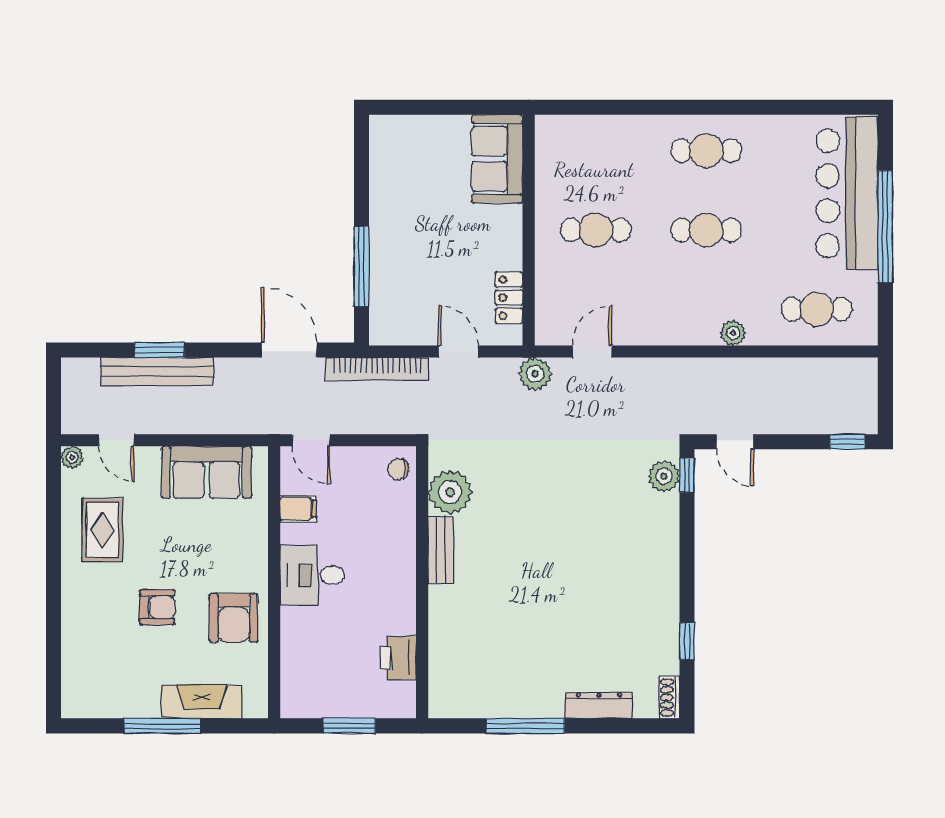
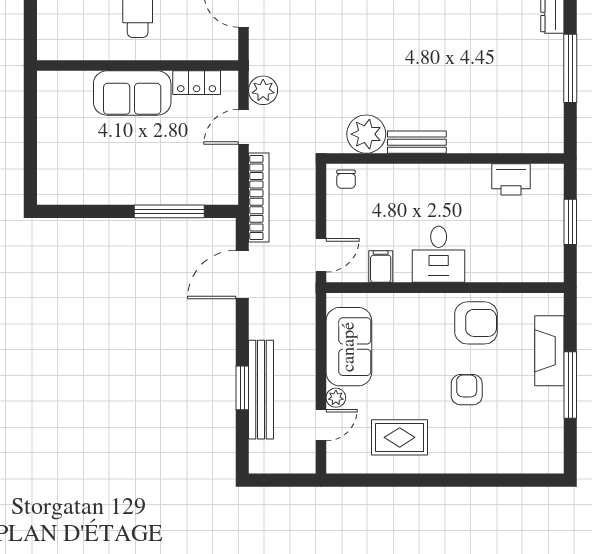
sofa: (497, 159) -> (132, 93), moved
plant: (535, 374) -> (263, 90), moved
plant: (72, 457) -> (336, 398), moved

